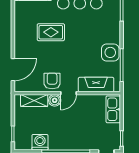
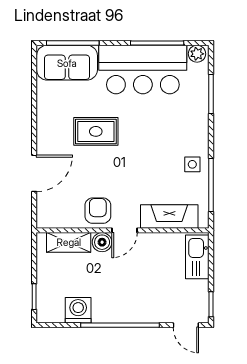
side table: (110, 52) -> (192, 164), width x0.54, depth x0.54
door: (13, 70) -> (34, 173), moved

